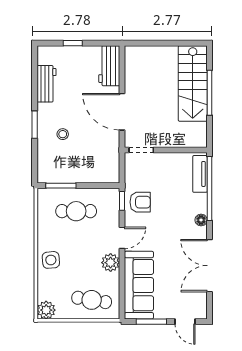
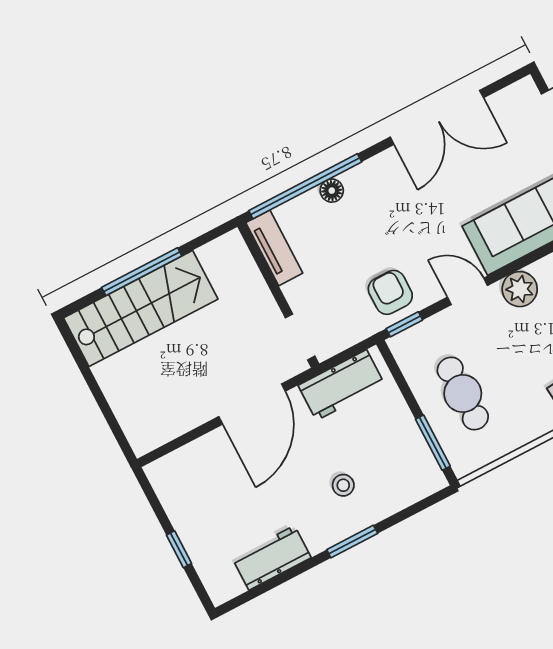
workbench: (109, 66) -> (341, 385), moved
tv unit: (200, 174) -> (274, 248), moved, turned -90
floor lamp: (201, 220) -> (332, 191), moved

